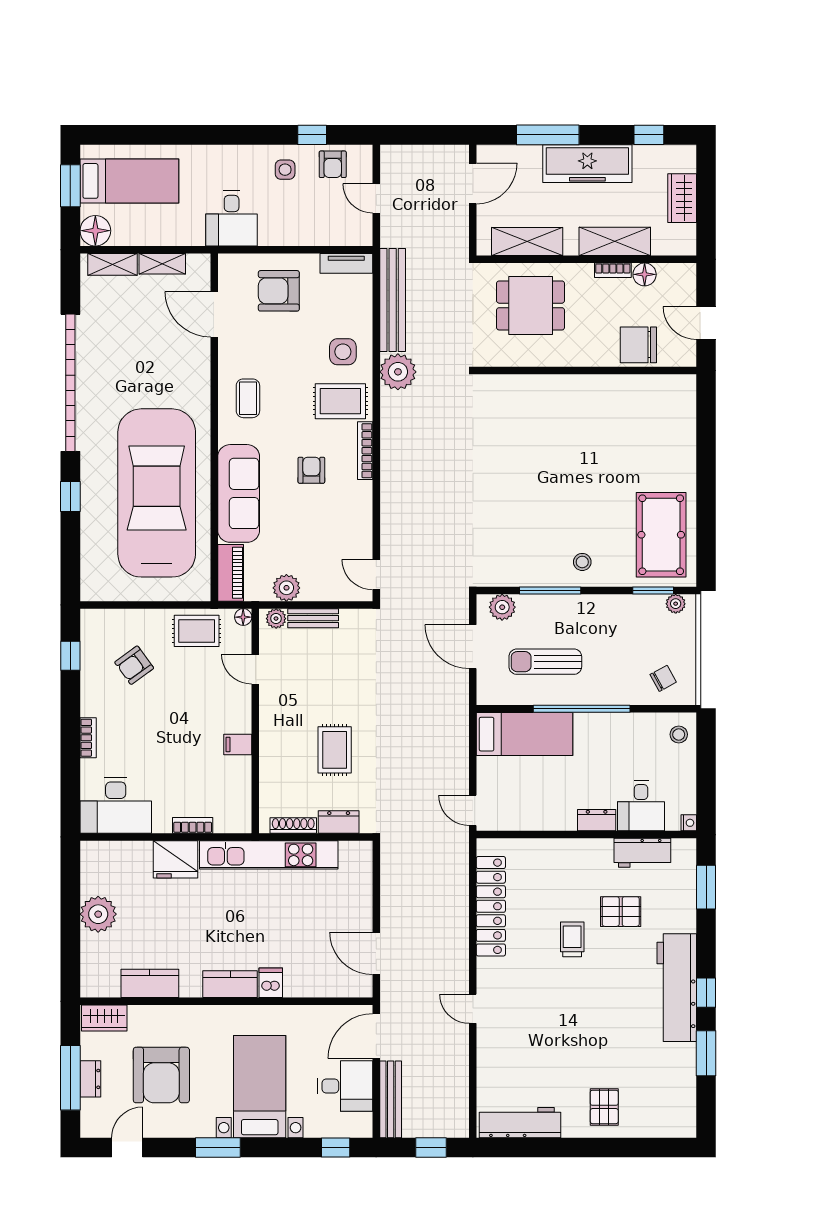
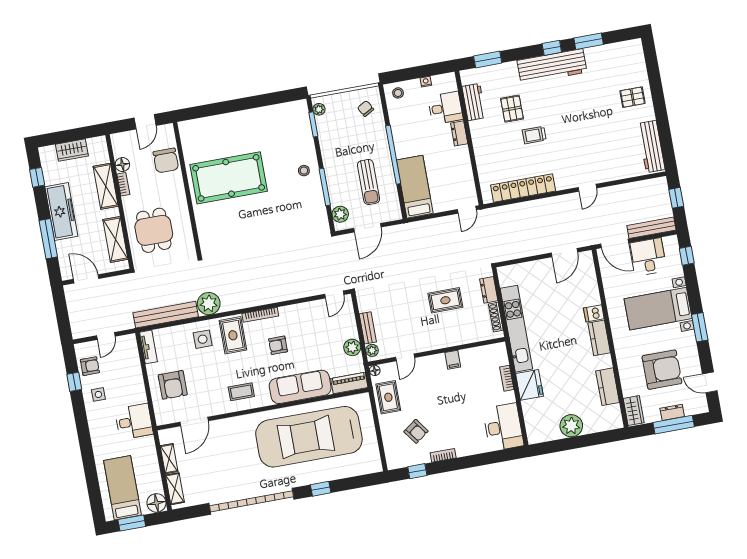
pool table: (661, 535) -> (229, 178), moved, width x1.36, depth x1.32
bookcase: (88, 738) -> (443, 455), moved
nightstand: (689, 823) -> (426, 82), moved

